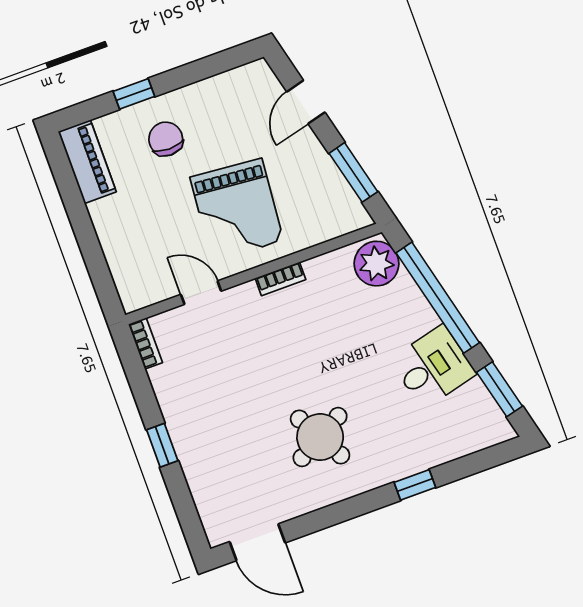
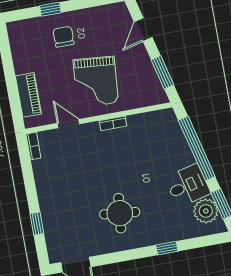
piano: (87, 162) -> (28, 95), moved
plant: (377, 264) -> (206, 211), moved
round table: (320, 437) -> (120, 213), turned 35
window: (162, 445) -> (37, 224), moved

